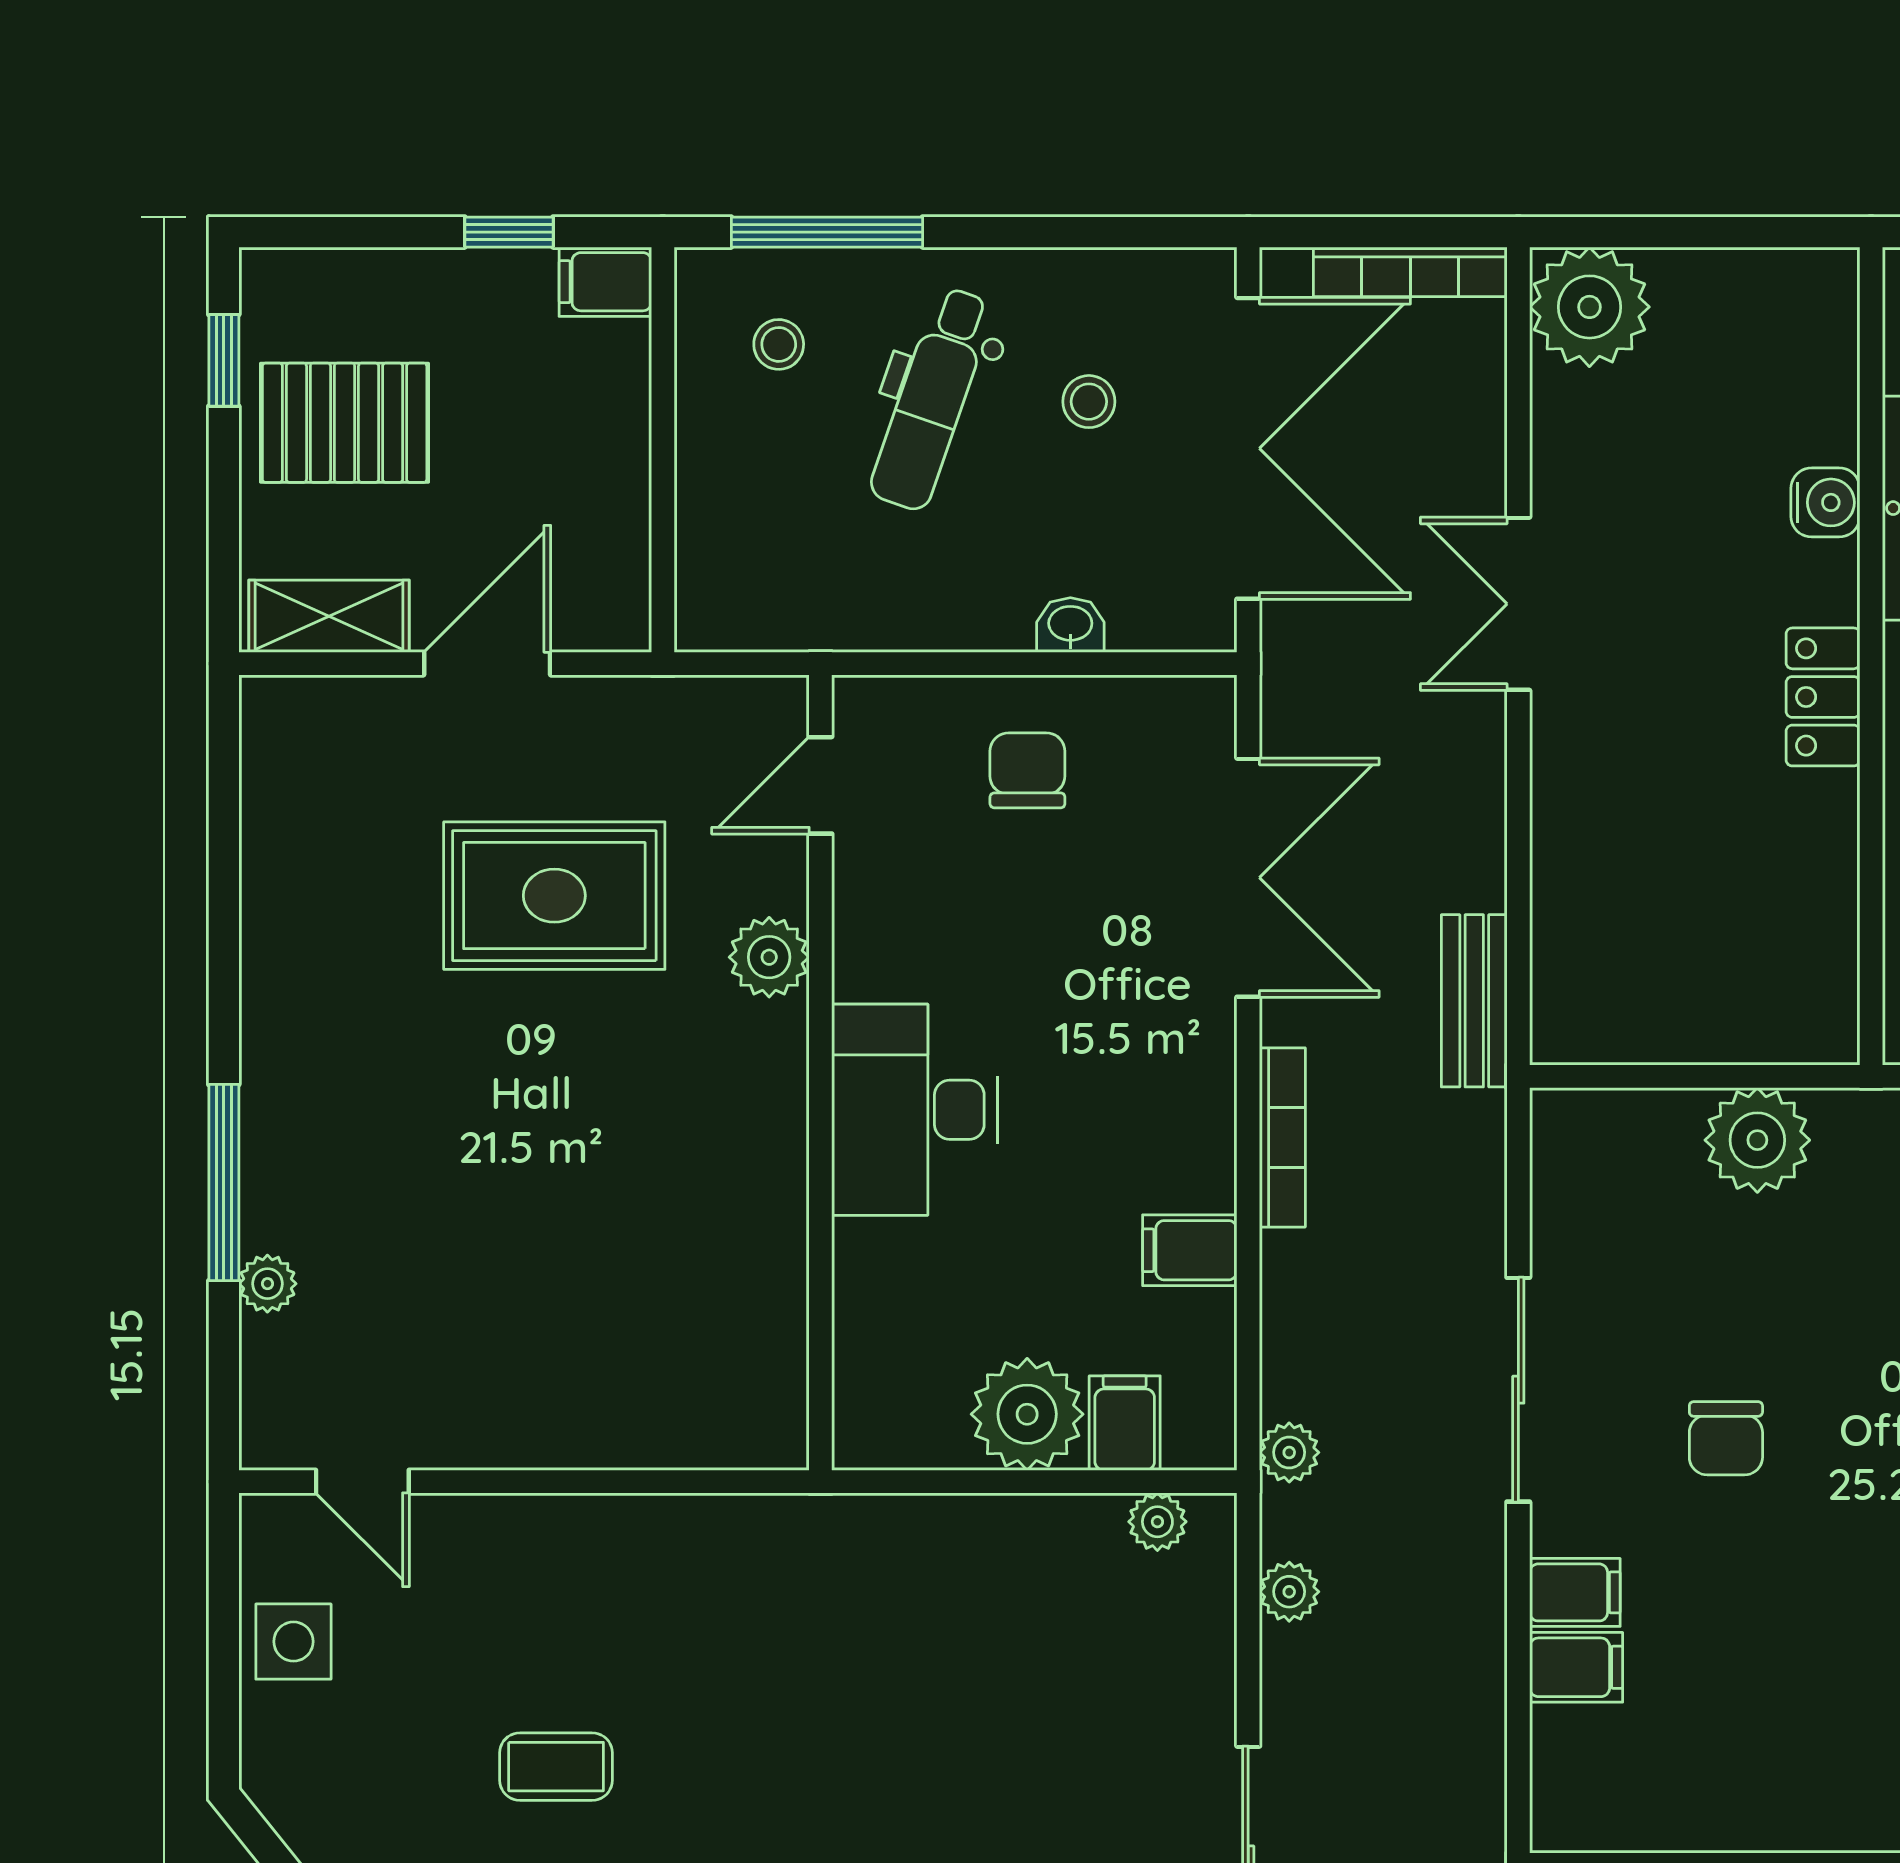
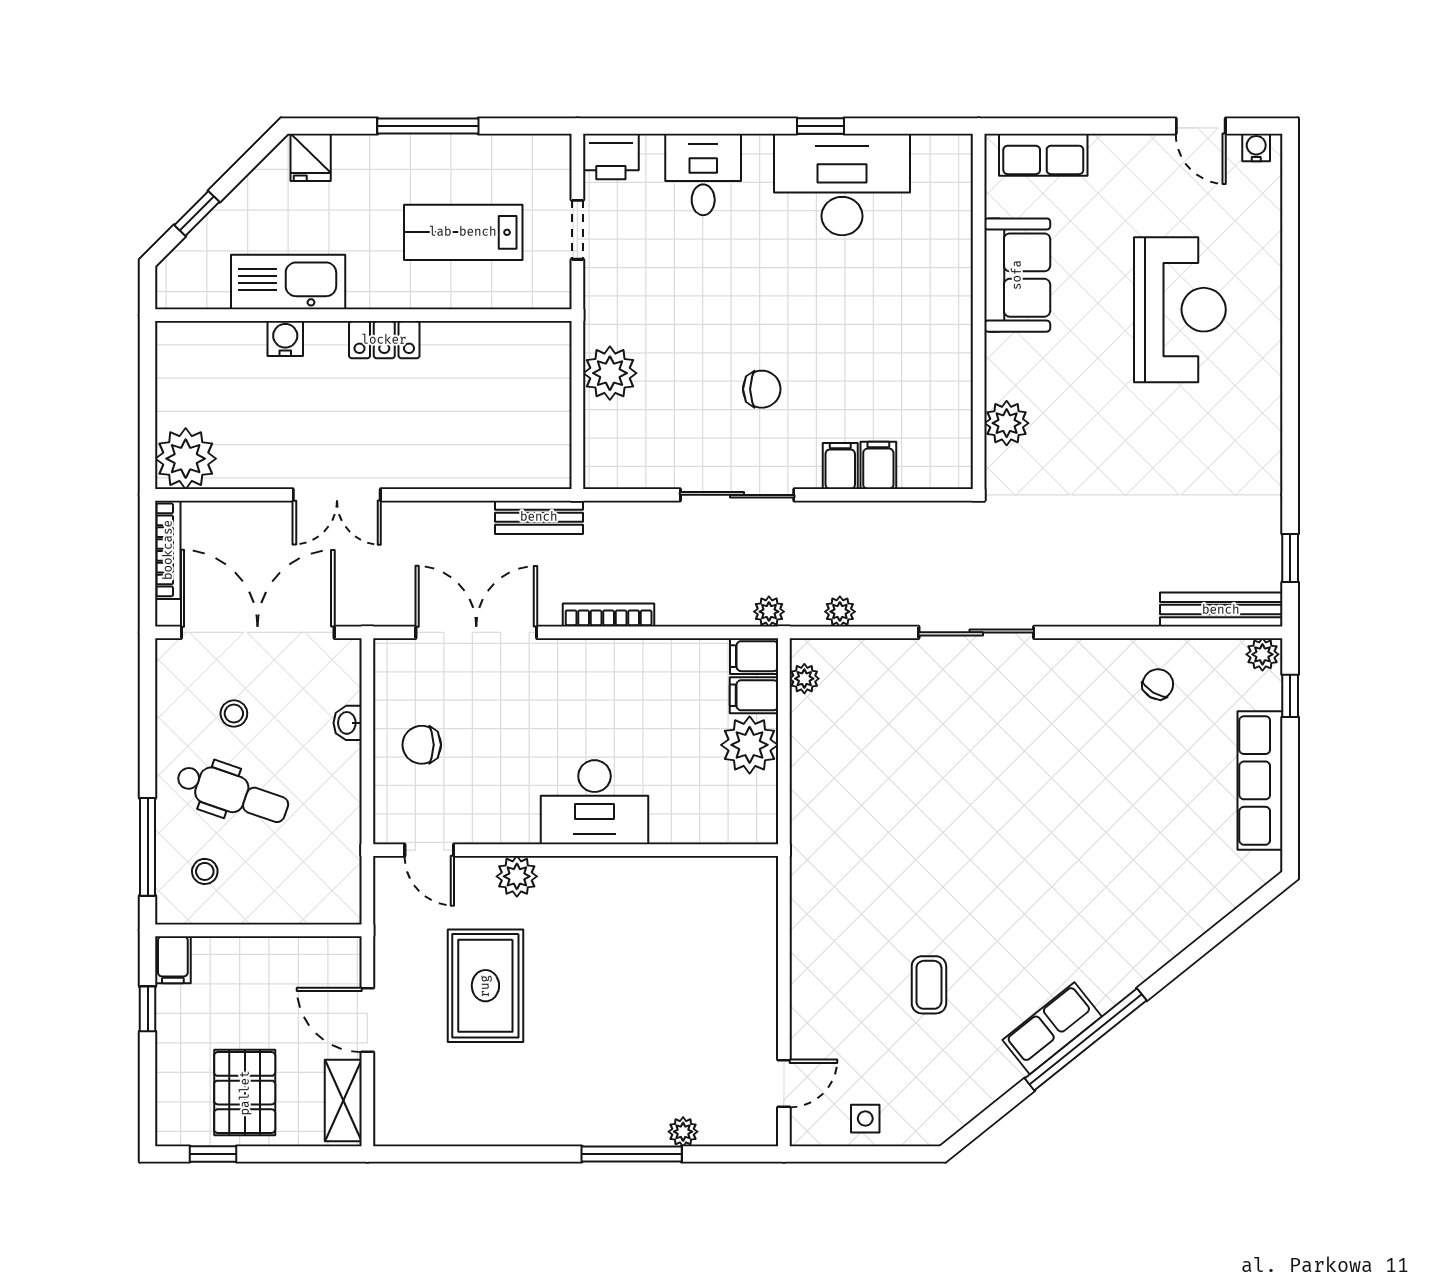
filing cabinet: (1190, 1250) -> (754, 656), moved, turned 90
side table: (293, 1642) -> (865, 1119), width x0.73, depth x0.73

